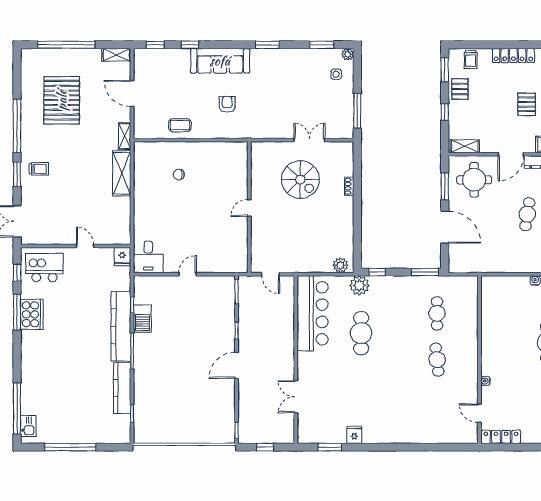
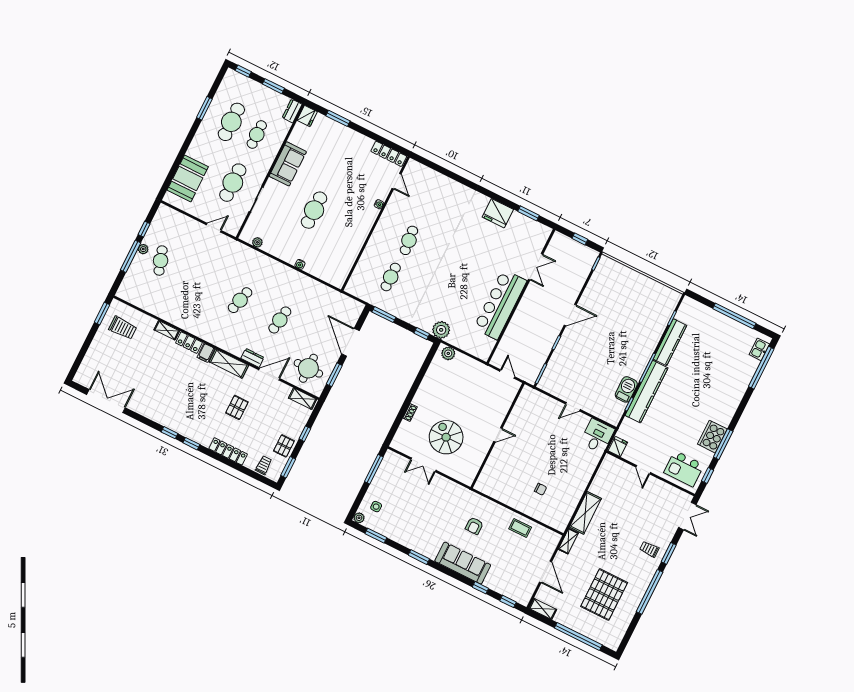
bar counter: (313, 313) -> (500, 304), moved
cafe table: (361, 333) -> (459, 291), removed
fridge: (354, 435) -> (498, 213), width x1.88, depth x1.34

